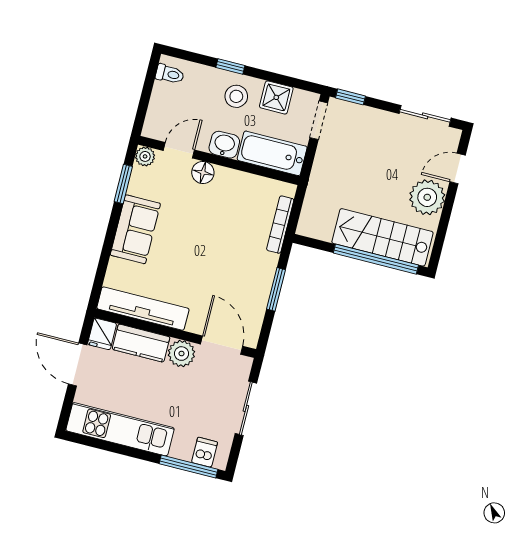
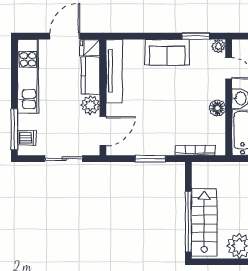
floor lamp: (203, 173) -> (218, 108), moved

